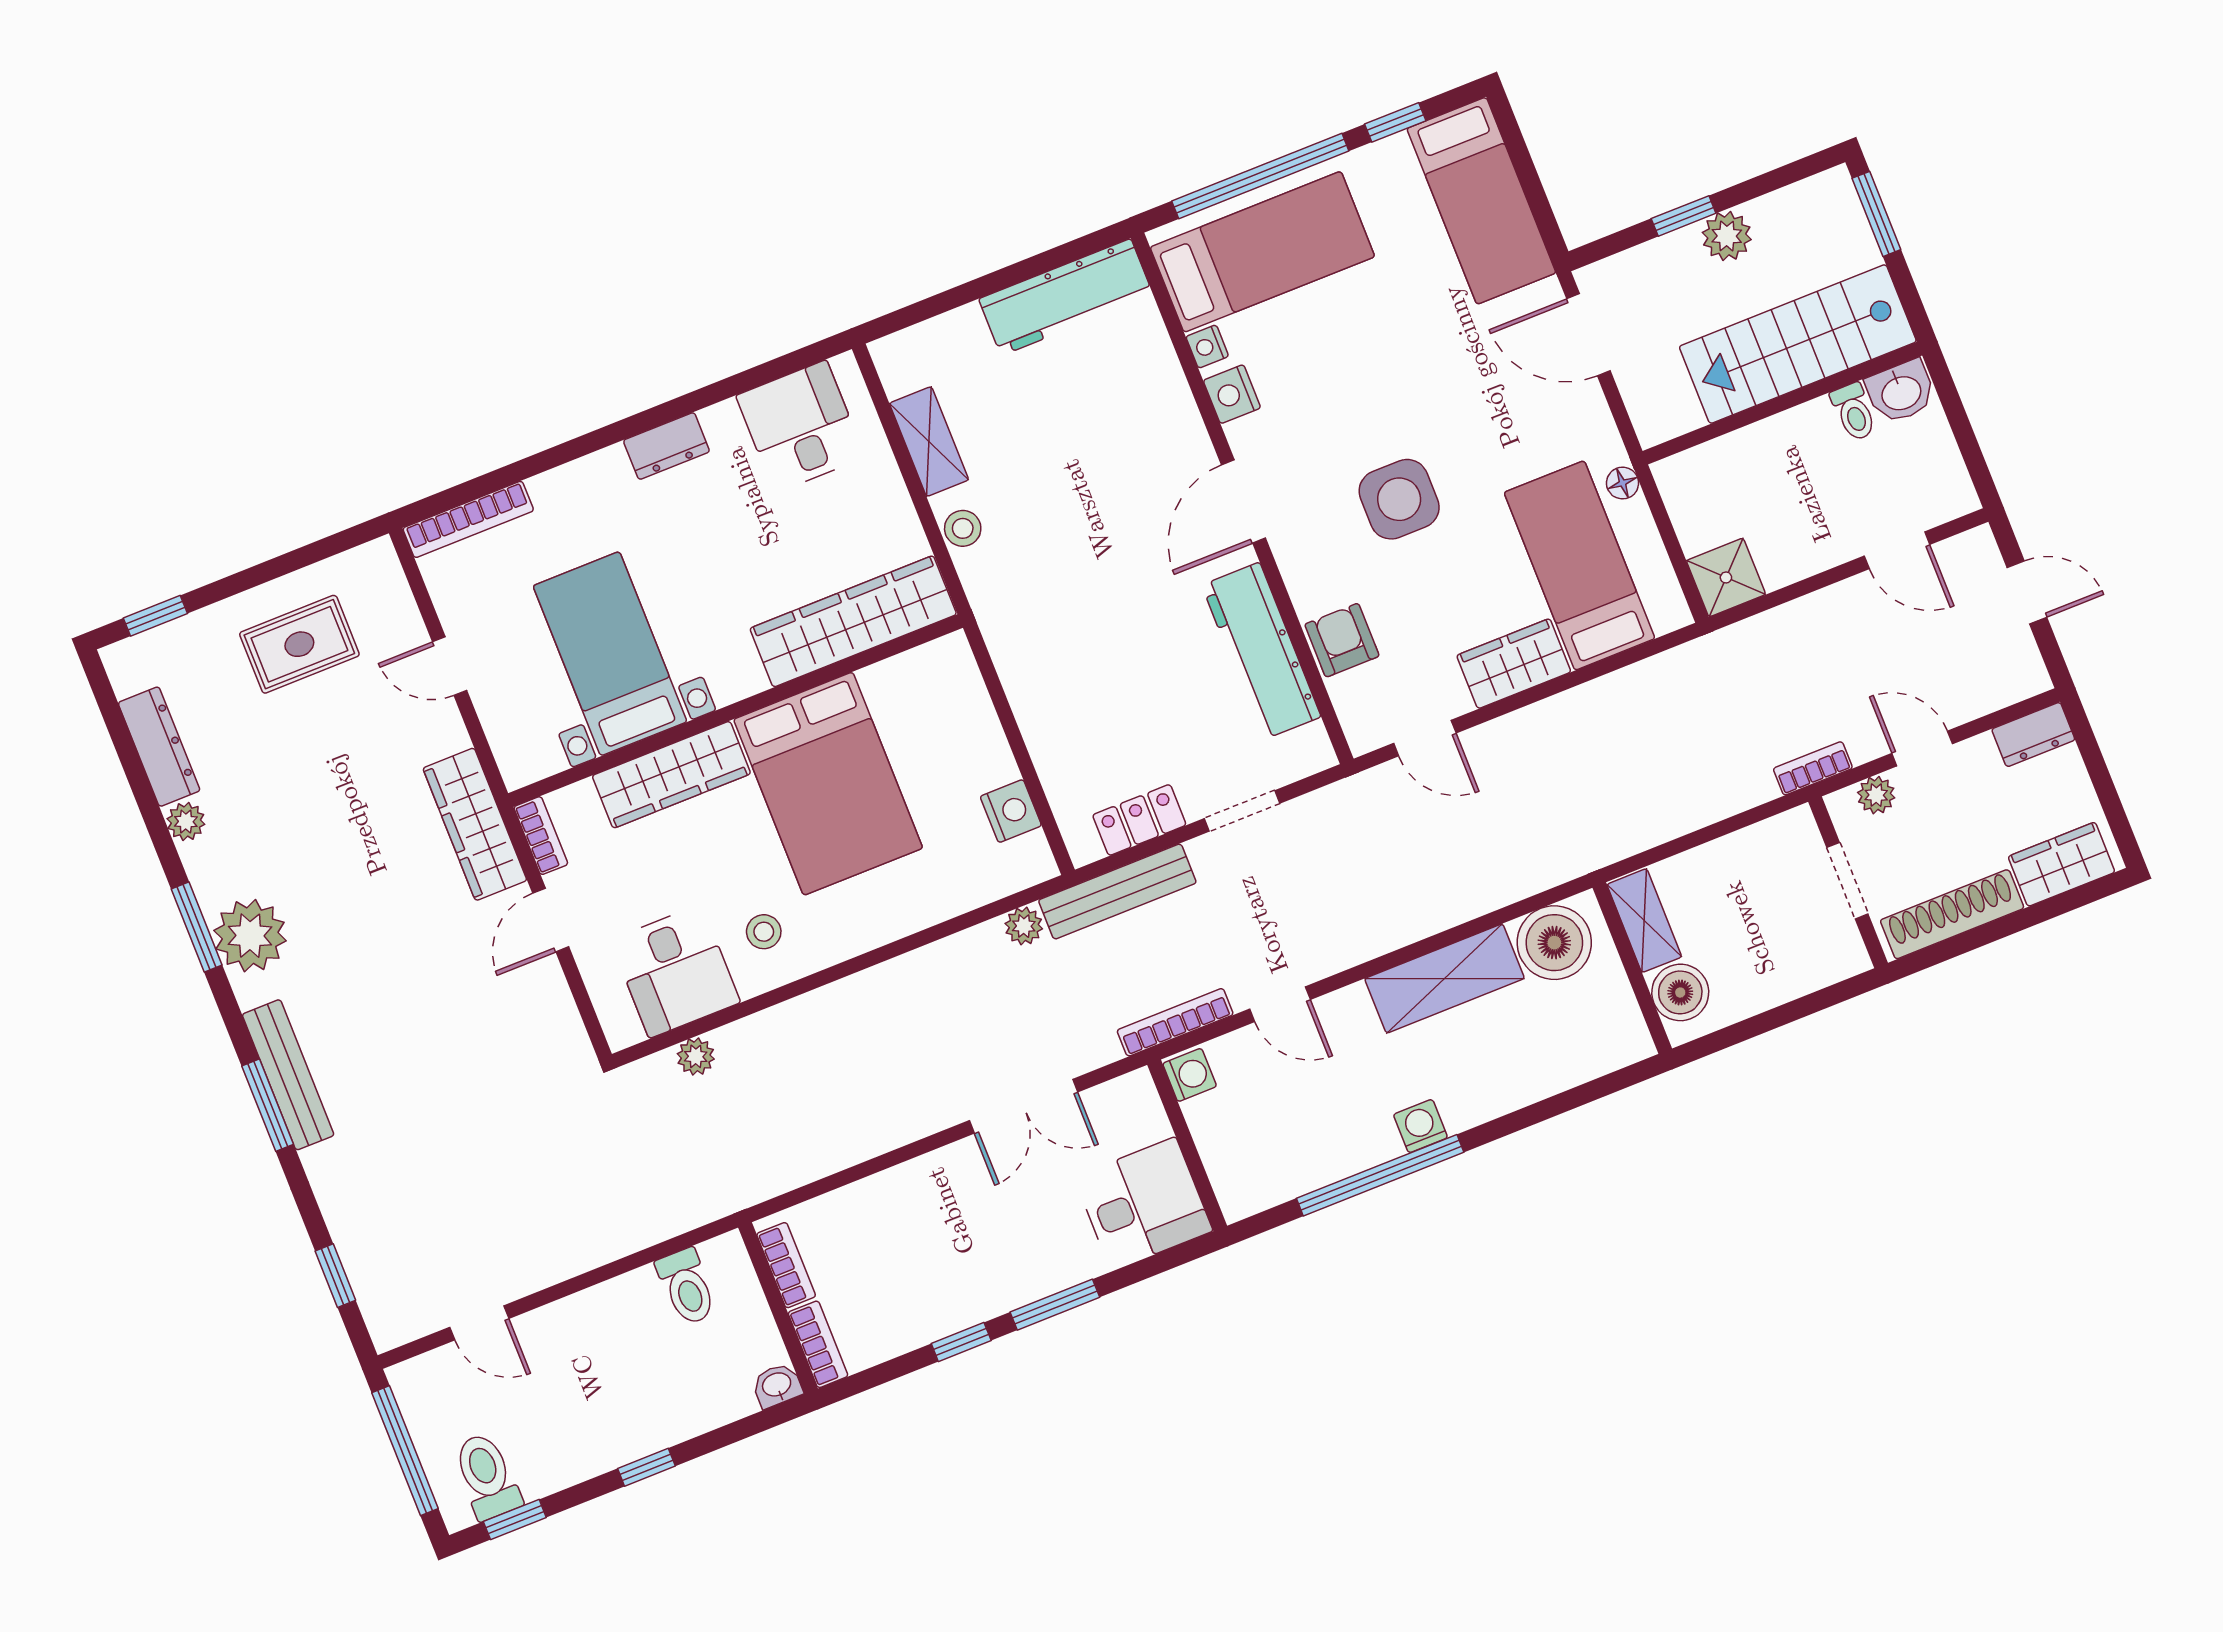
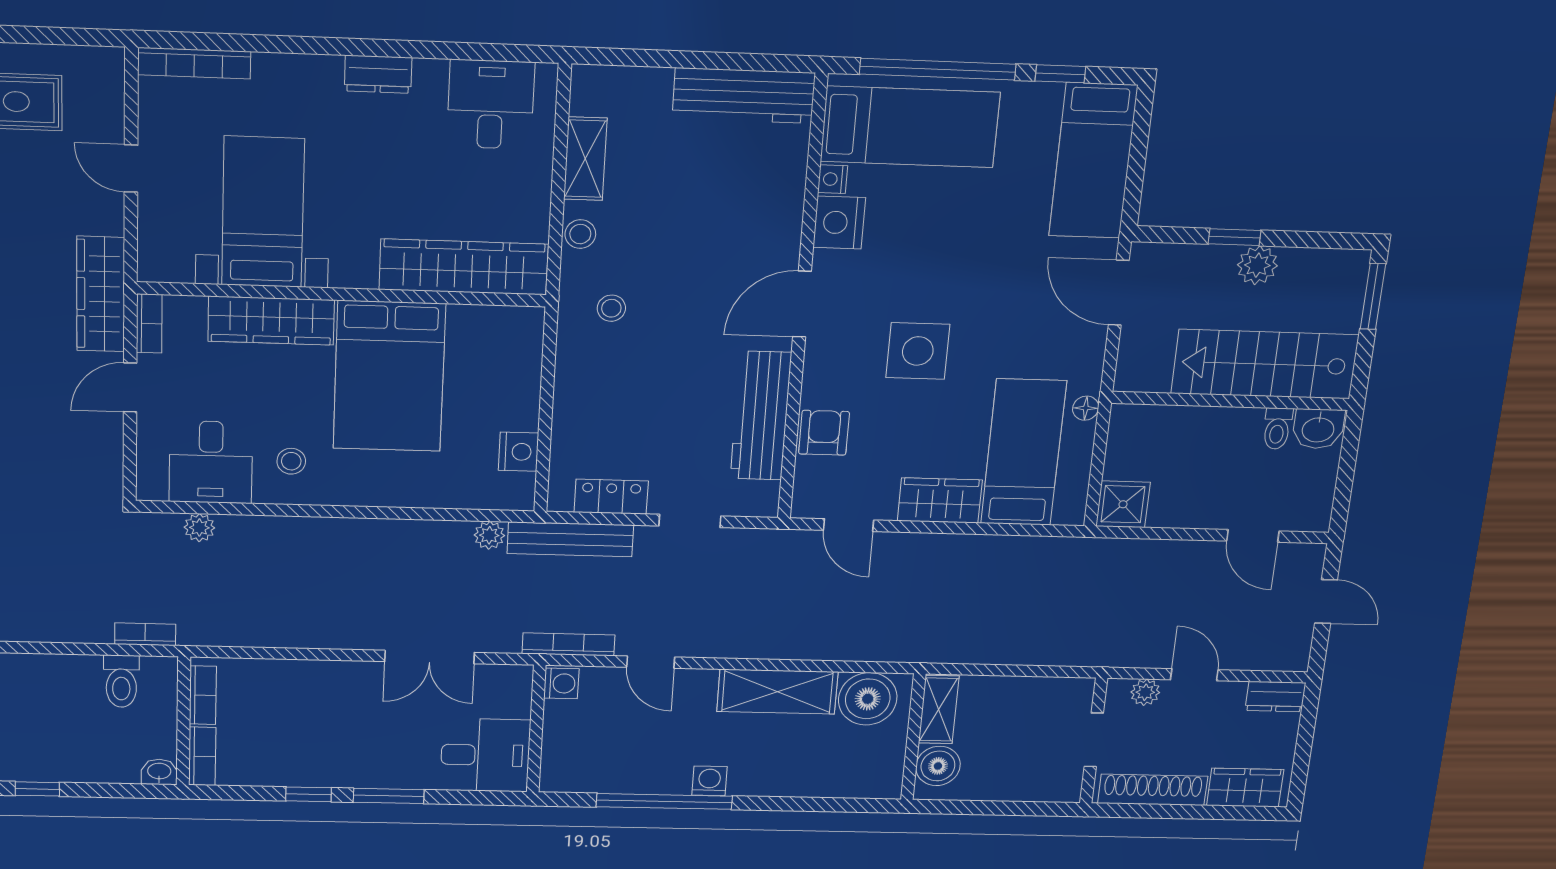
nightstand: (1232, 394) -> (839, 223), width x1.36, depth x1.33
stool: (1036, 598) -> (611, 308), added
bookcase: (1813, 768) -> (145, 634), moved

